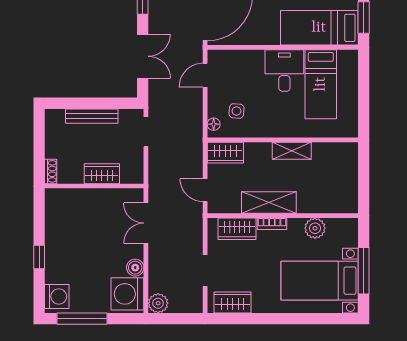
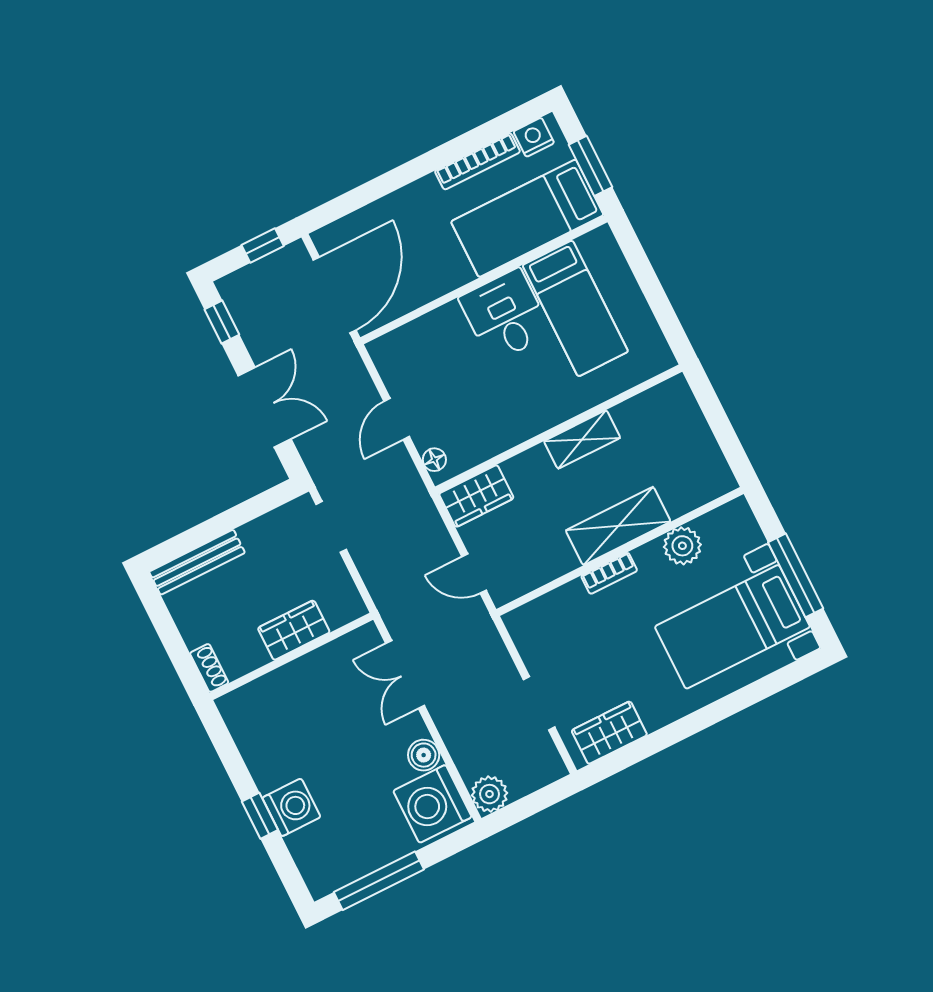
door: (205, 75) -> (397, 419), moved
side table: (236, 111) -> (461, 420), removed
bench: (92, 116) -> (197, 562), moved
shelving: (269, 202) -> (618, 526), moved
wardrobe: (237, 229) -> (557, 610), removed
washing machine: (57, 296) -> (291, 807), moved

